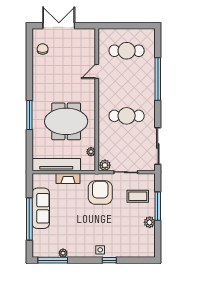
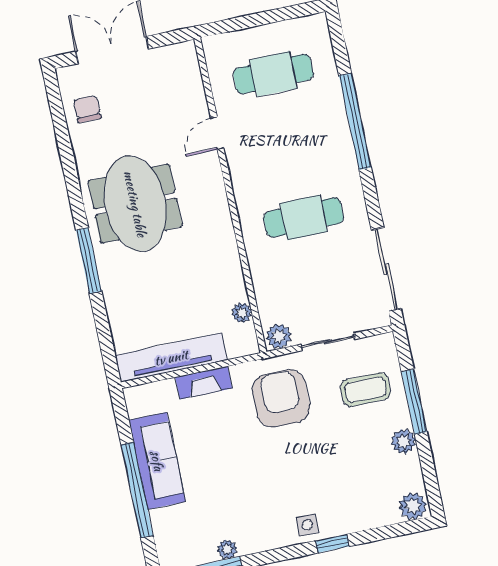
meeting table: (66, 121) -> (135, 204), moved, turned 90
plant: (148, 251) -> (413, 506), added

